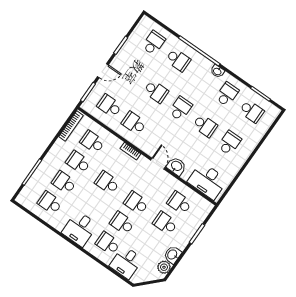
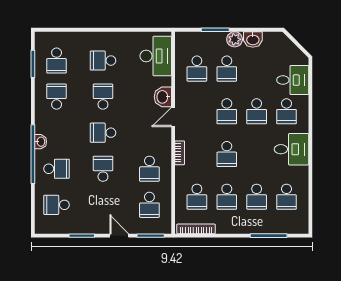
school desk: (178, 60) -> (57, 169), turned 90
washbasin: (217, 71) -> (41, 142), moved
school desk: (227, 94) -> (57, 97), turned 90
school desk: (252, 111) -> (57, 61), turned 180
plant: (164, 267) -> (235, 39), moved

